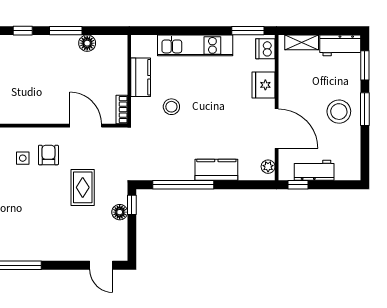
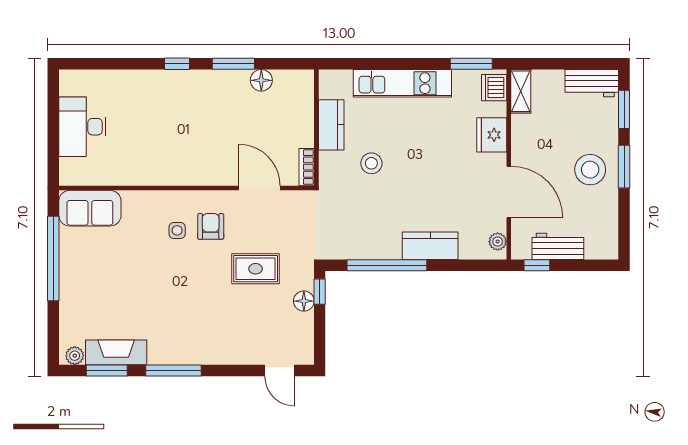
shelving: (302, 42) -> (521, 91), moved, turned 90
rug: (83, 187) -> (256, 269), turned 90

